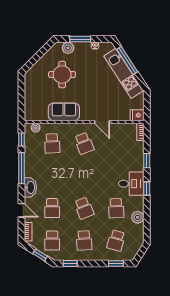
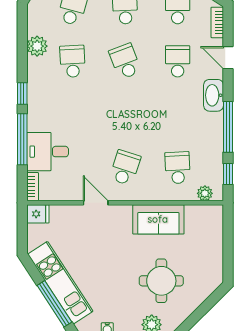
school desk: (84, 143) -> (125, 168), turned 39
window: (147, 161) -> (22, 139), width x2.17
desk: (131, 184) -> (48, 152), moved

